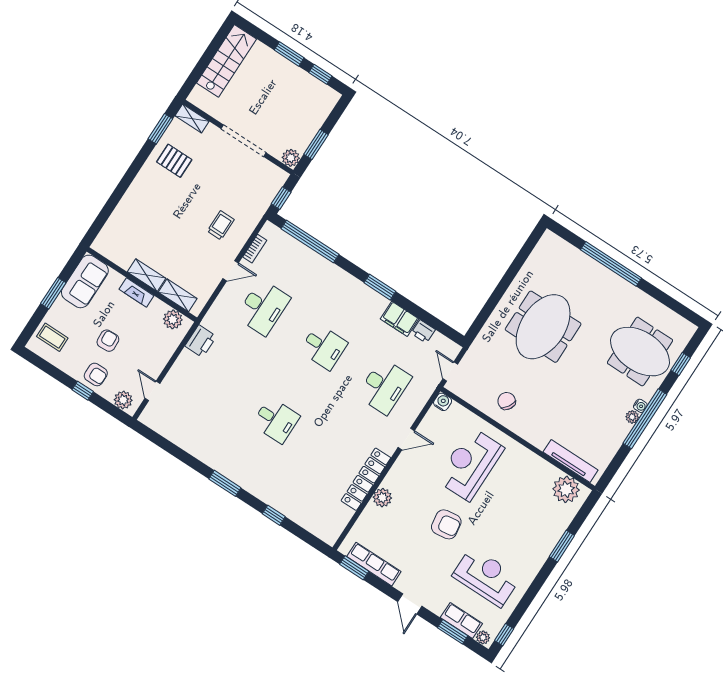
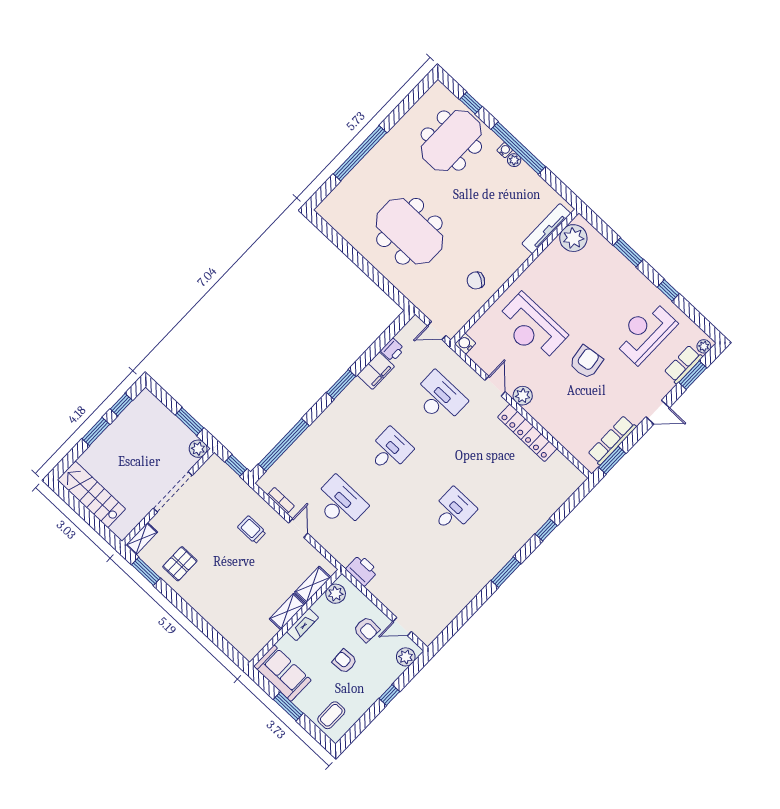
armchair: (96, 375) -> (367, 629), moved, turned 93
plant: (382, 498) -> (523, 396), moved
window: (504, 635) -> (668, 290), moved

